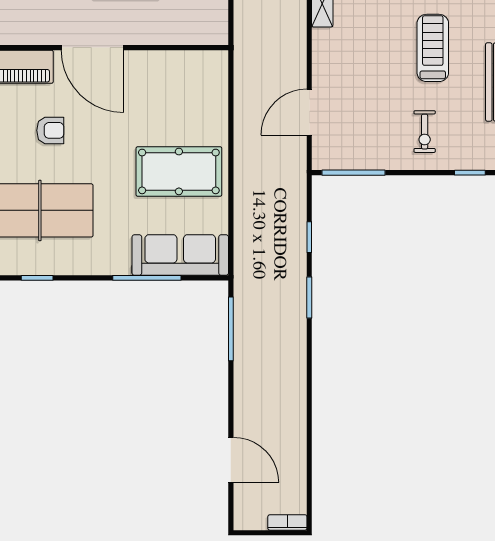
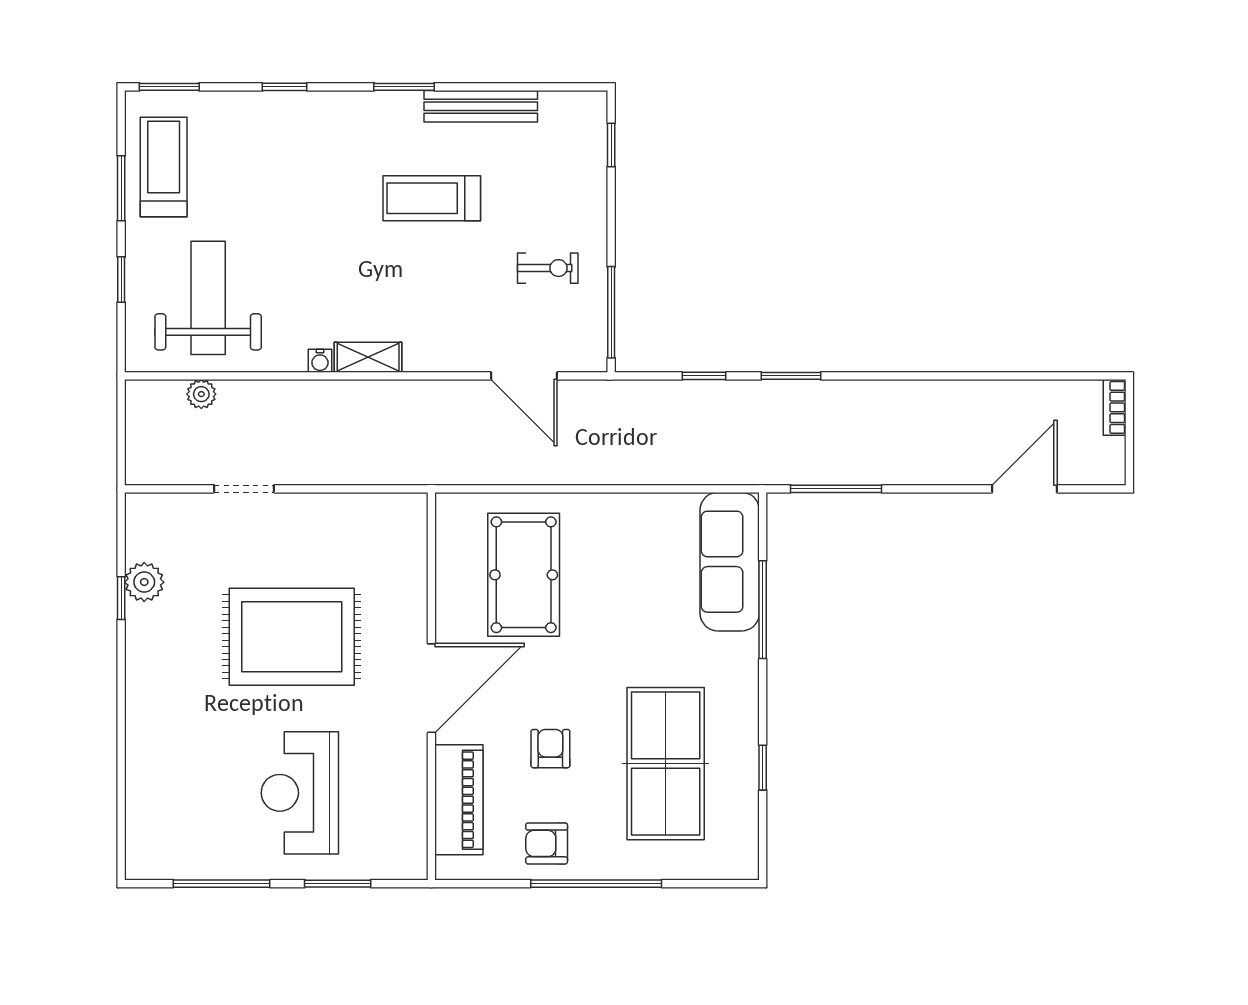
exercise bike: (425, 132) -> (548, 268), moved
pool table: (179, 171) -> (524, 575), moved

